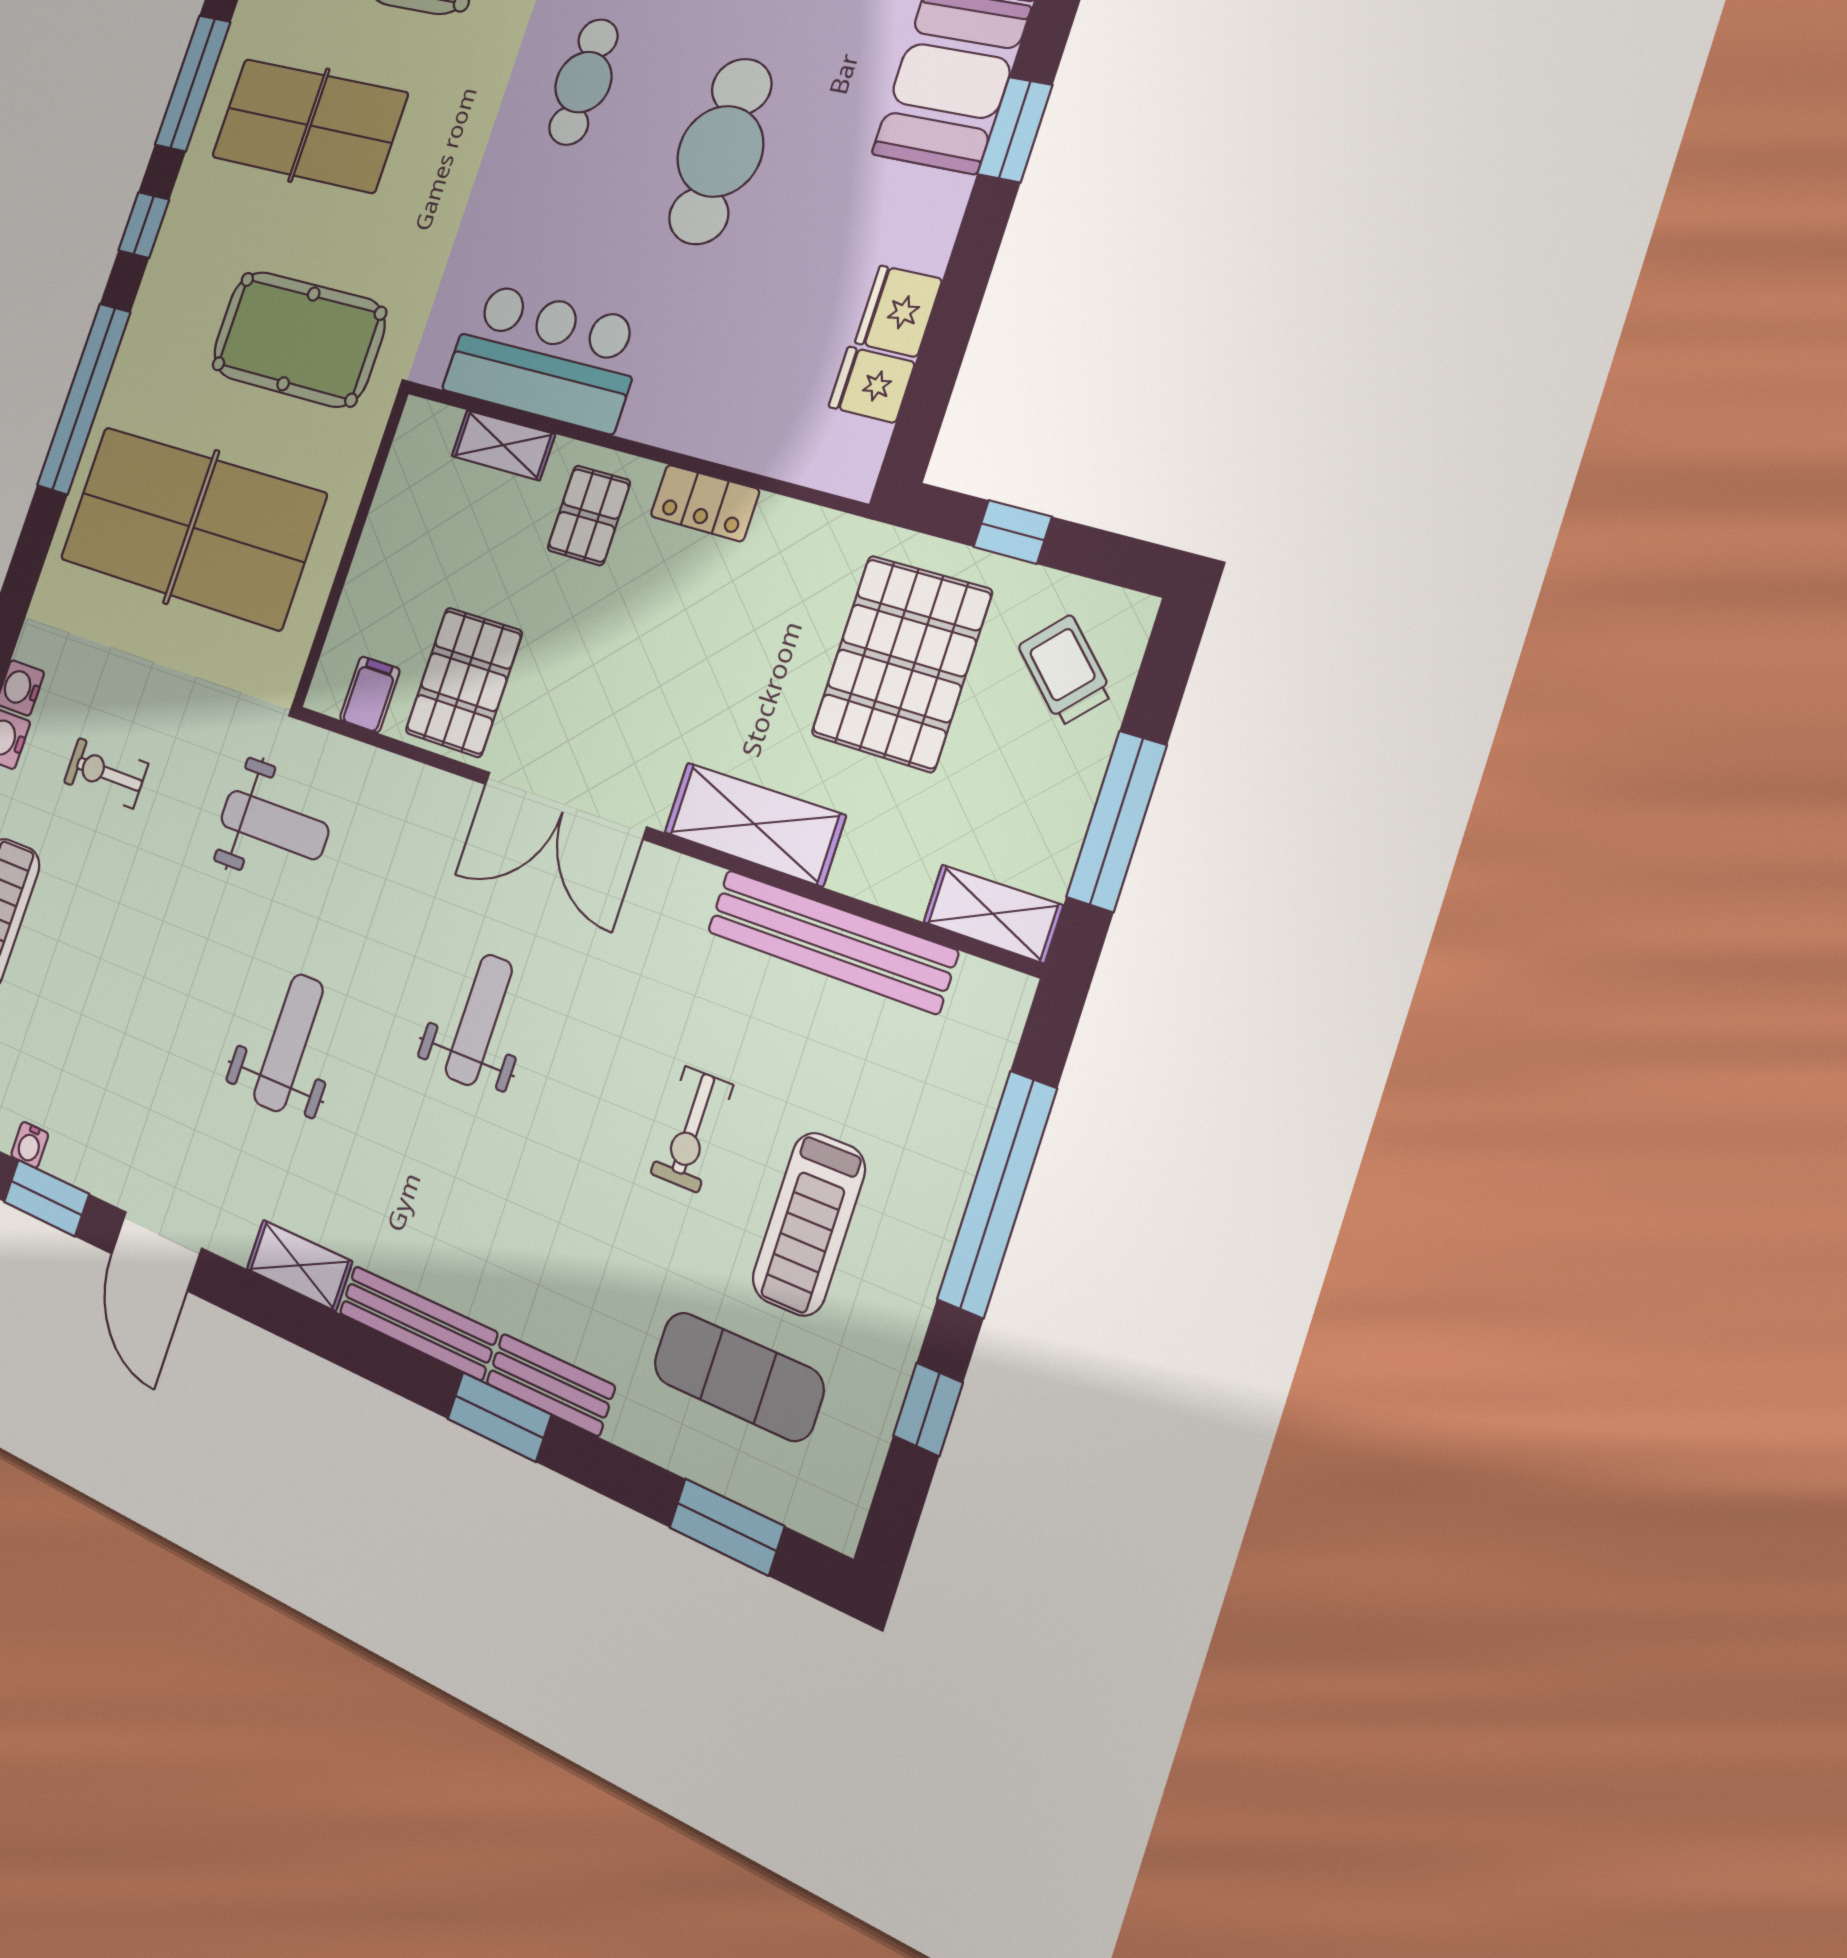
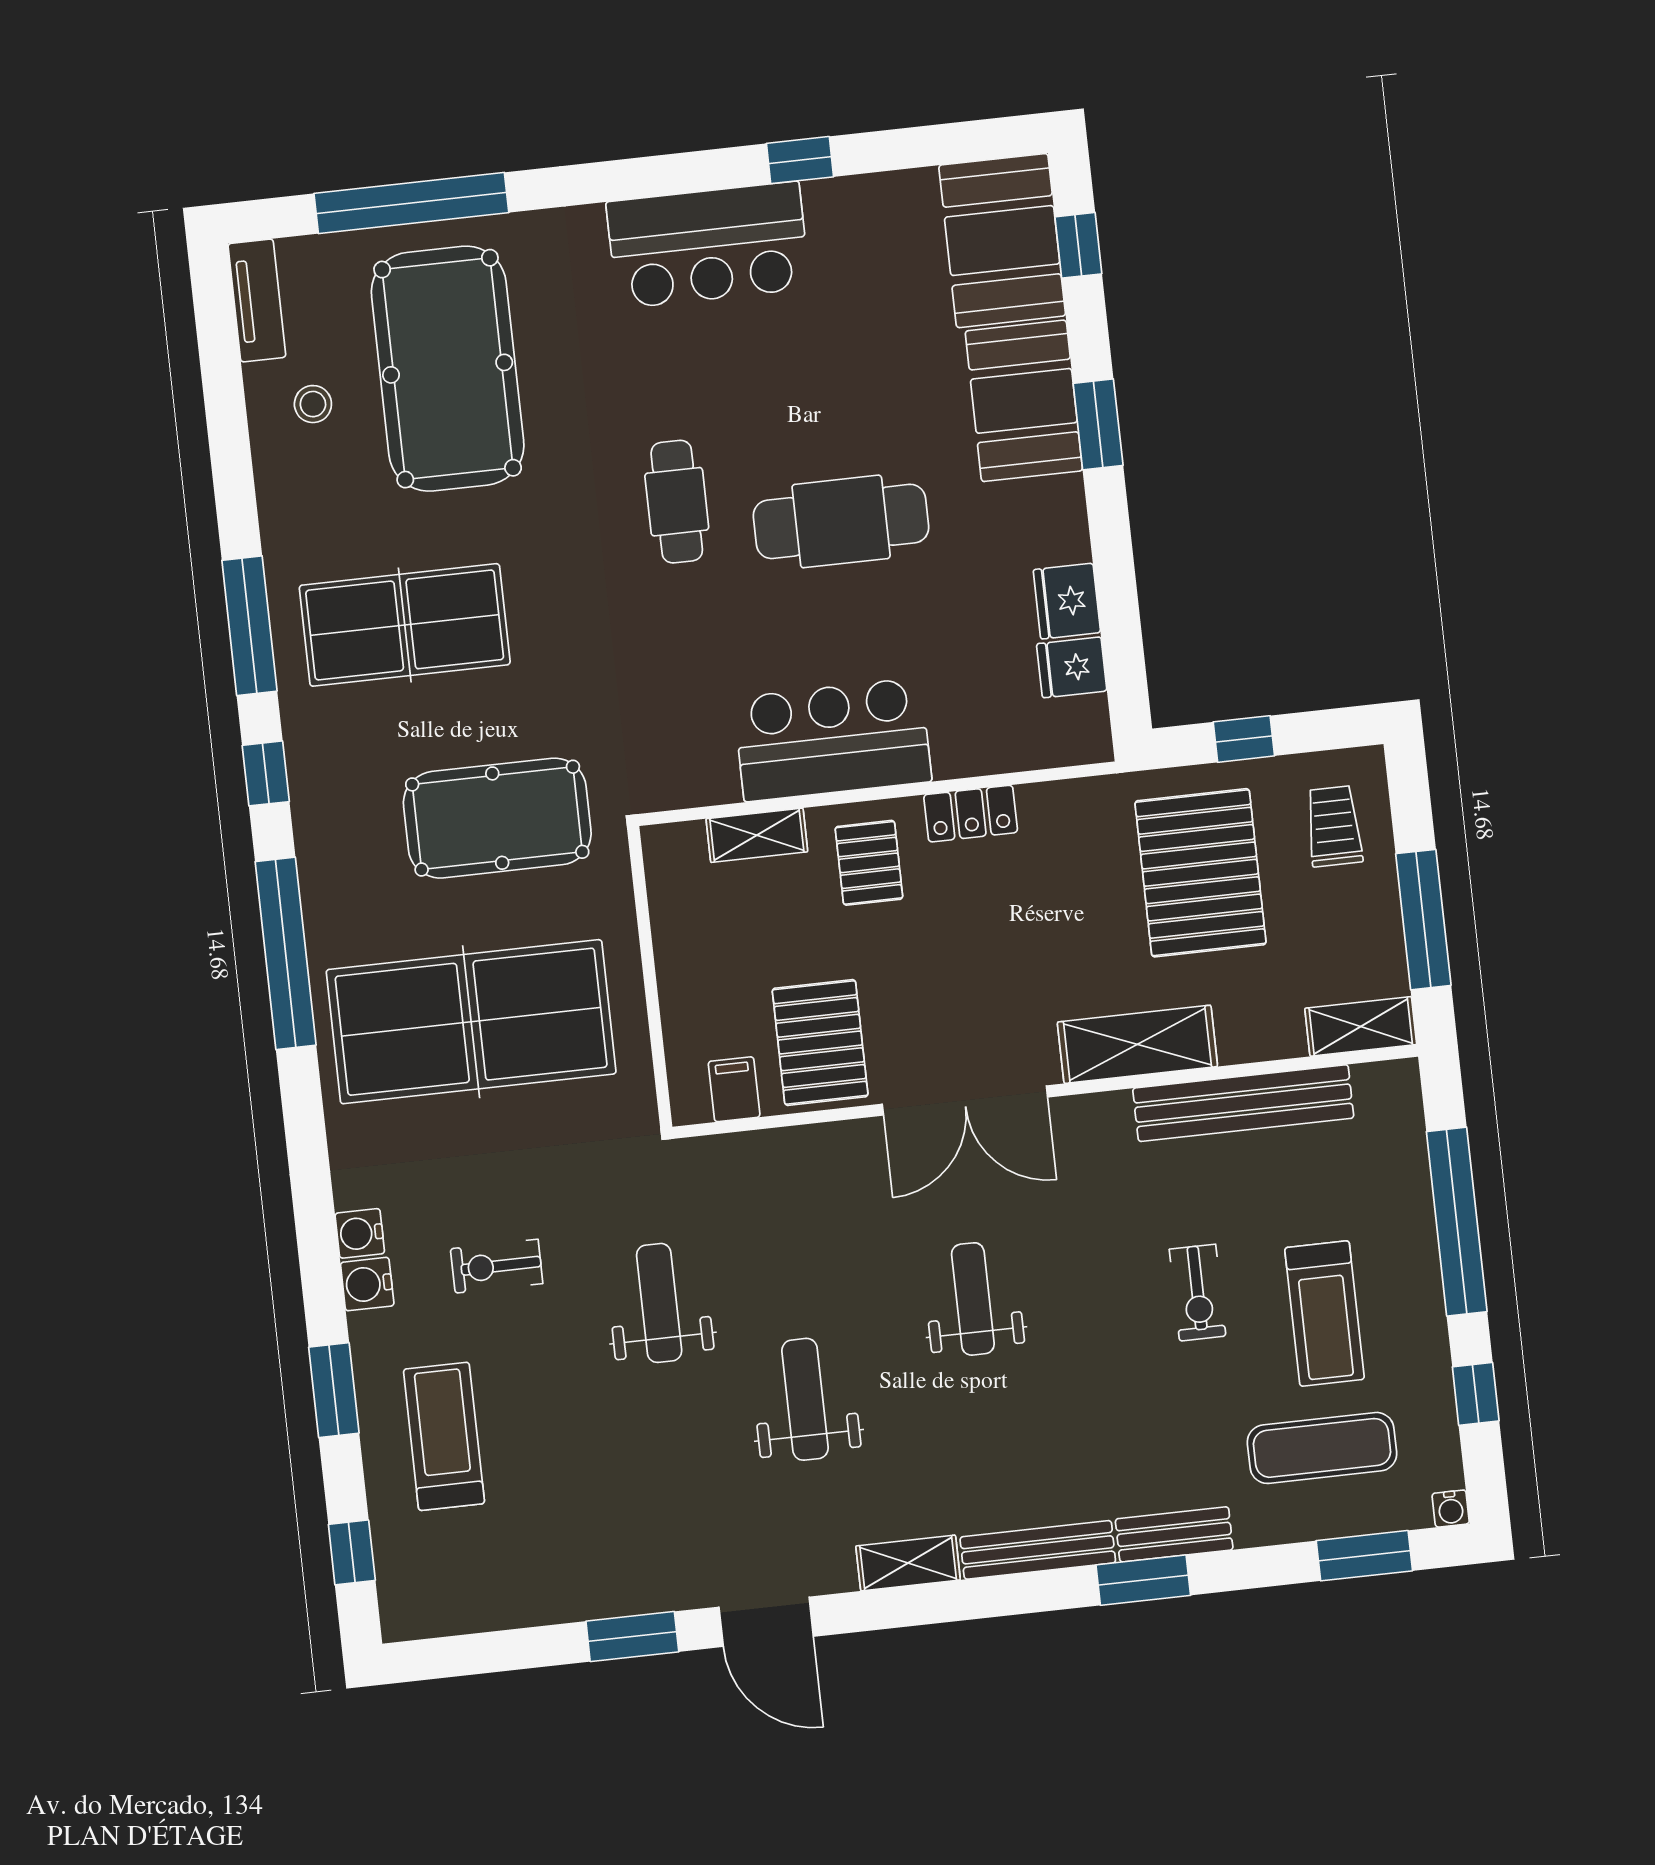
cafe table: (720, 151) -> (841, 521), turned 90
bar counter: (545, 357) -> (832, 740), moved
trolley: (1065, 670) -> (1334, 826), turned 46
weight bench: (275, 825) -> (659, 1303), moved, turned -90
water cooler: (30, 1145) -> (1451, 1509), moved

